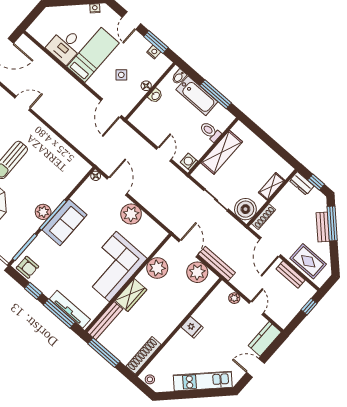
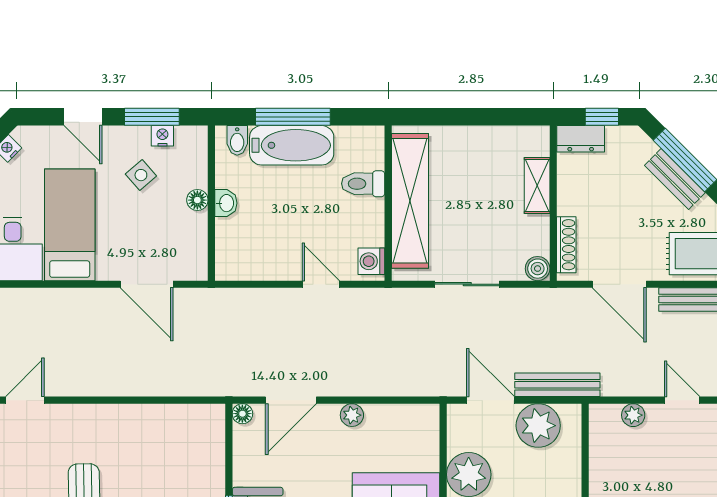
side table: (121, 75) -> (141, 175), moved
window: (216, 94) -> (293, 117), moved
door: (111, 108) -> (147, 284), moved
shelving: (222, 152) -> (410, 201), width x1.47
door: (117, 186) -> (291, 400), swing flipped
boiler: (245, 209) -> (538, 269), width x0.54, depth x0.54
plant: (131, 214) -> (352, 415), width x0.53, depth x0.53

